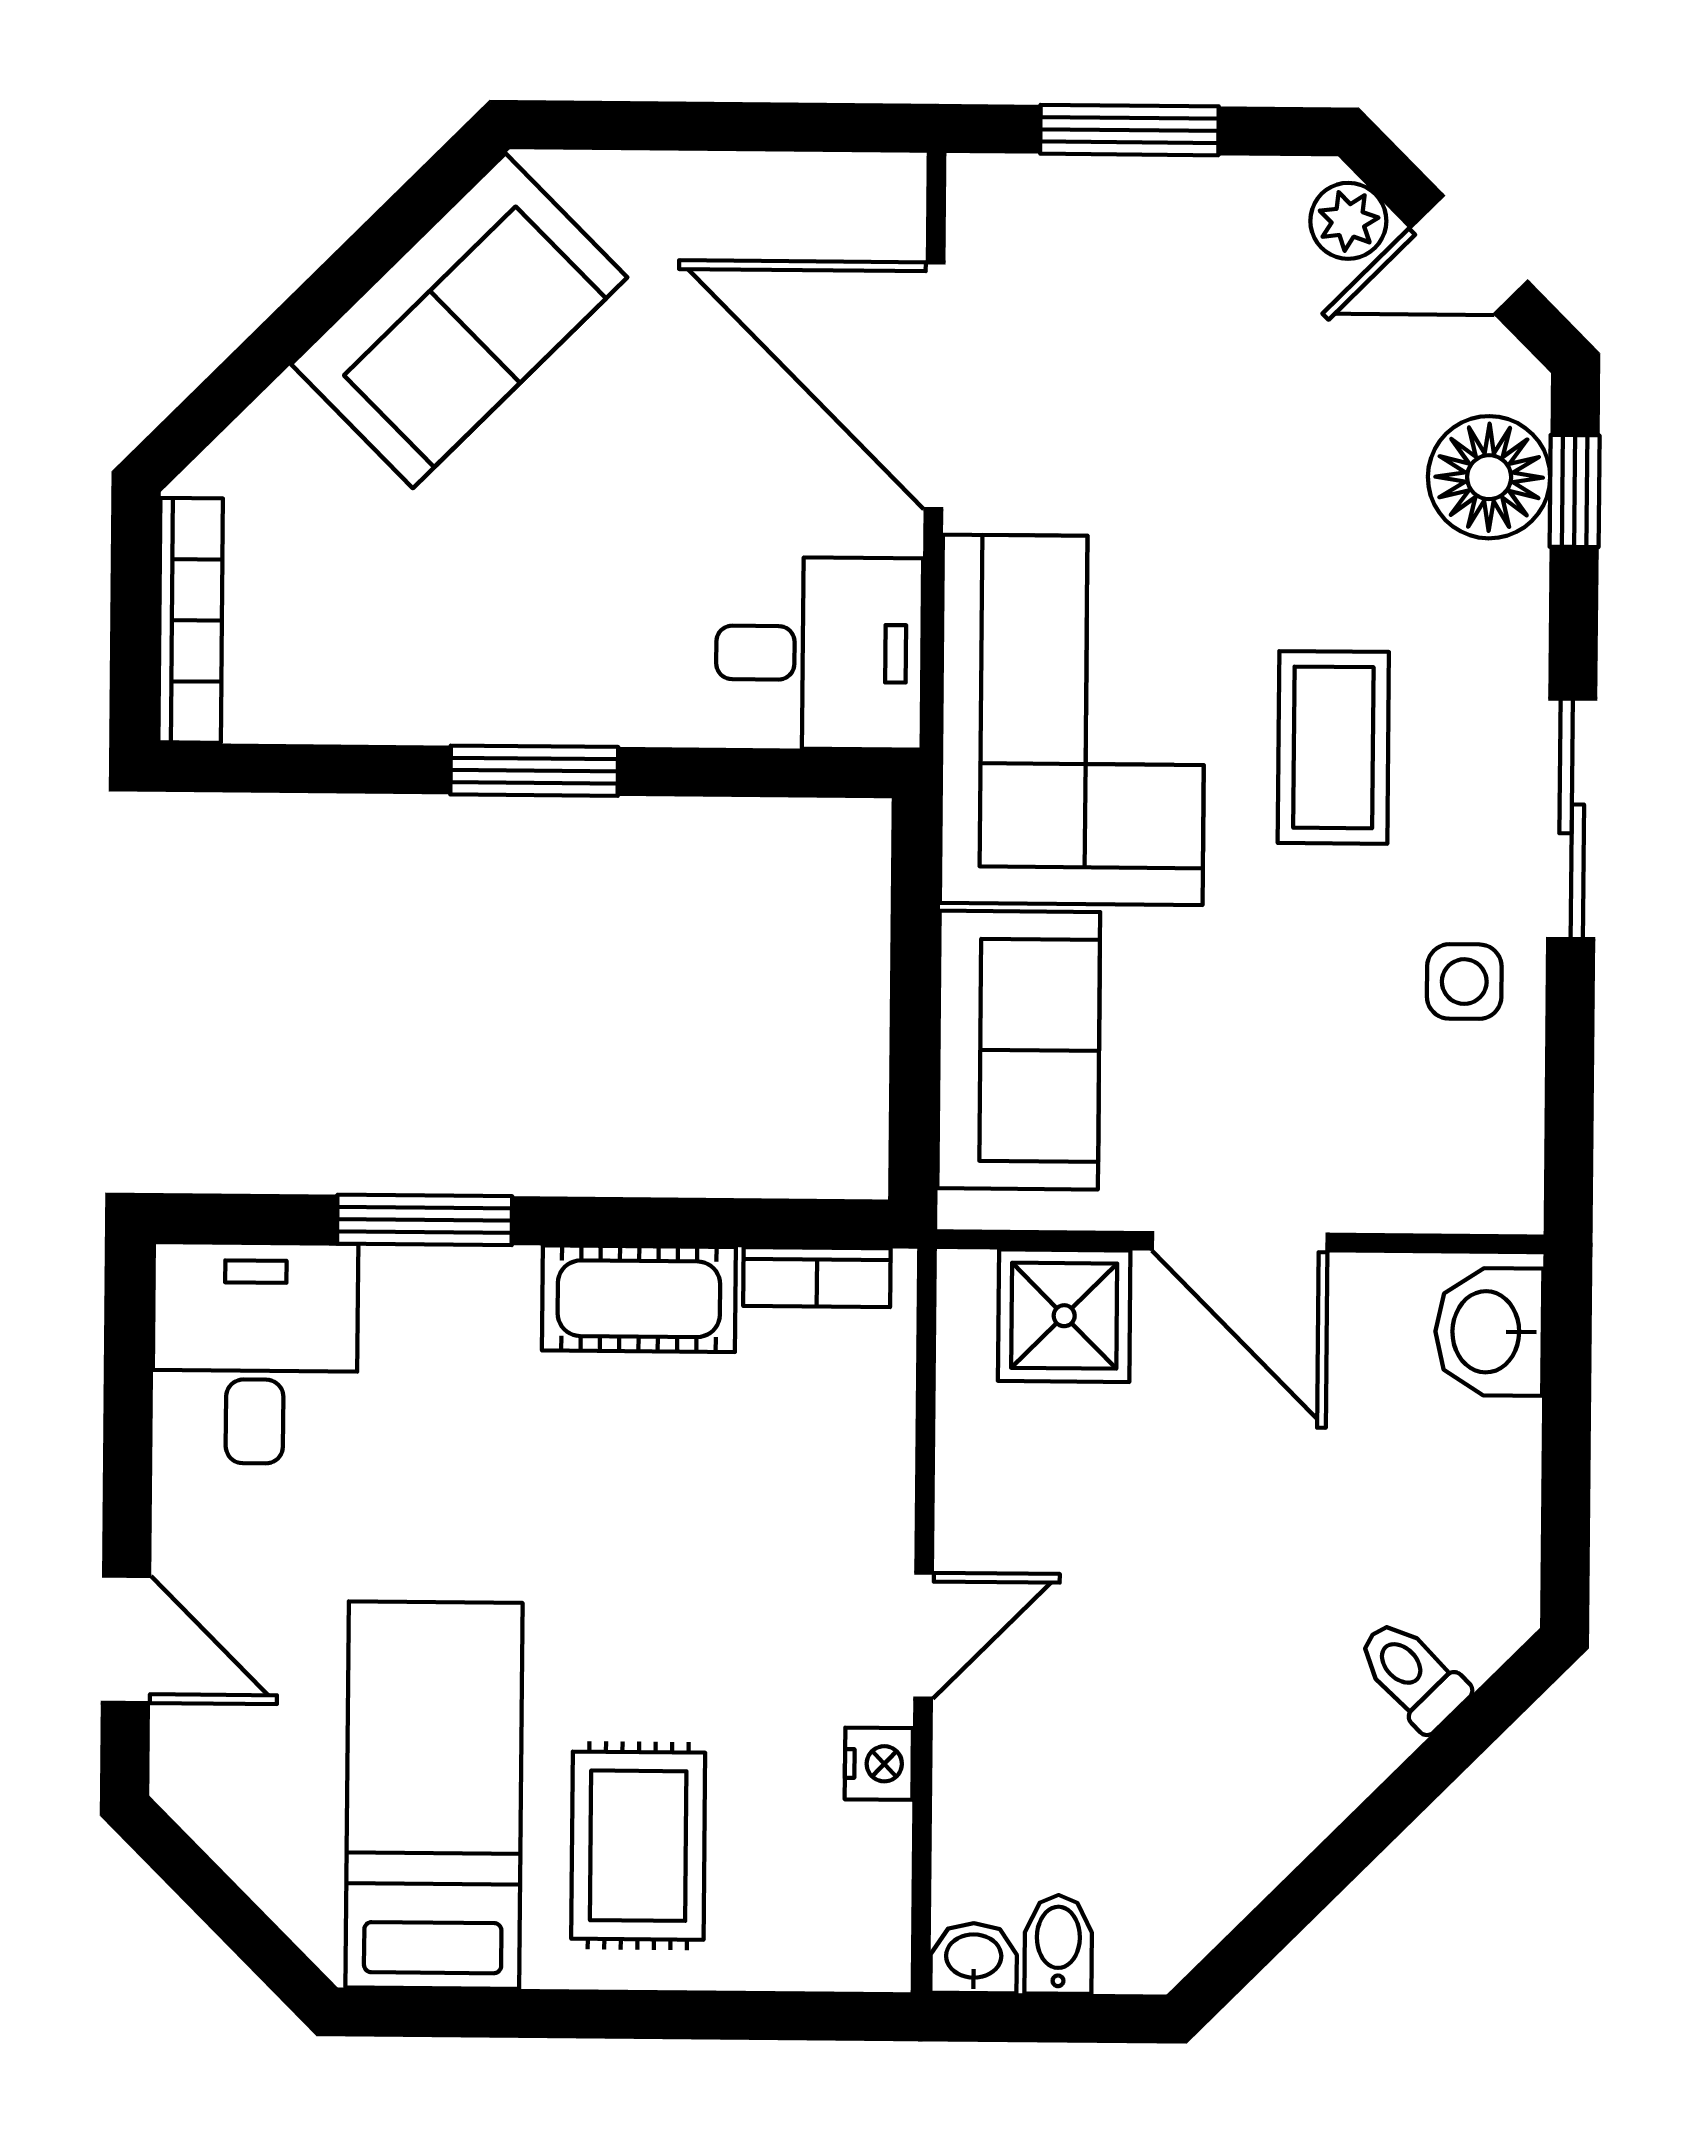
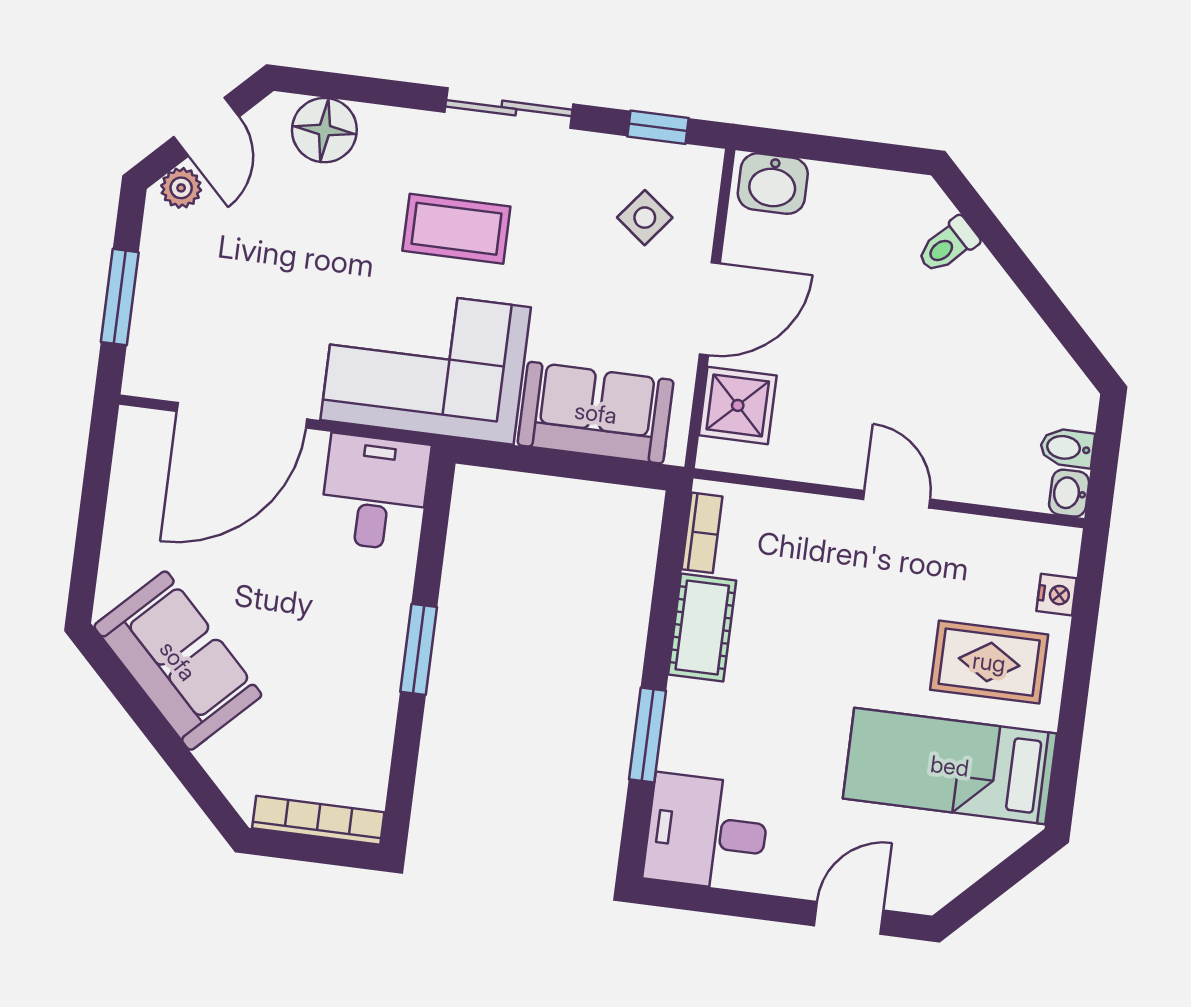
window: (1575, 491) -> (658, 127), moved
side table: (1464, 982) -> (645, 218), moved, turned 38
nightstand: (879, 1764) -> (1057, 595), moved, turned 90

